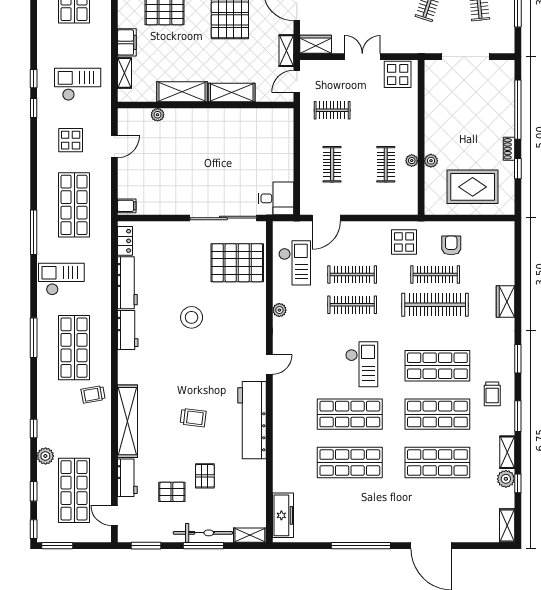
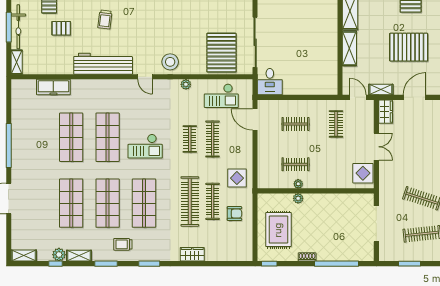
window: (518, 169) -> (269, 264), moved
clothes rail: (352, 305) -> (190, 139), width x0.73
stool: (192, 317) -> (170, 62), moved
freezer: (283, 515) -> (53, 87), moved

